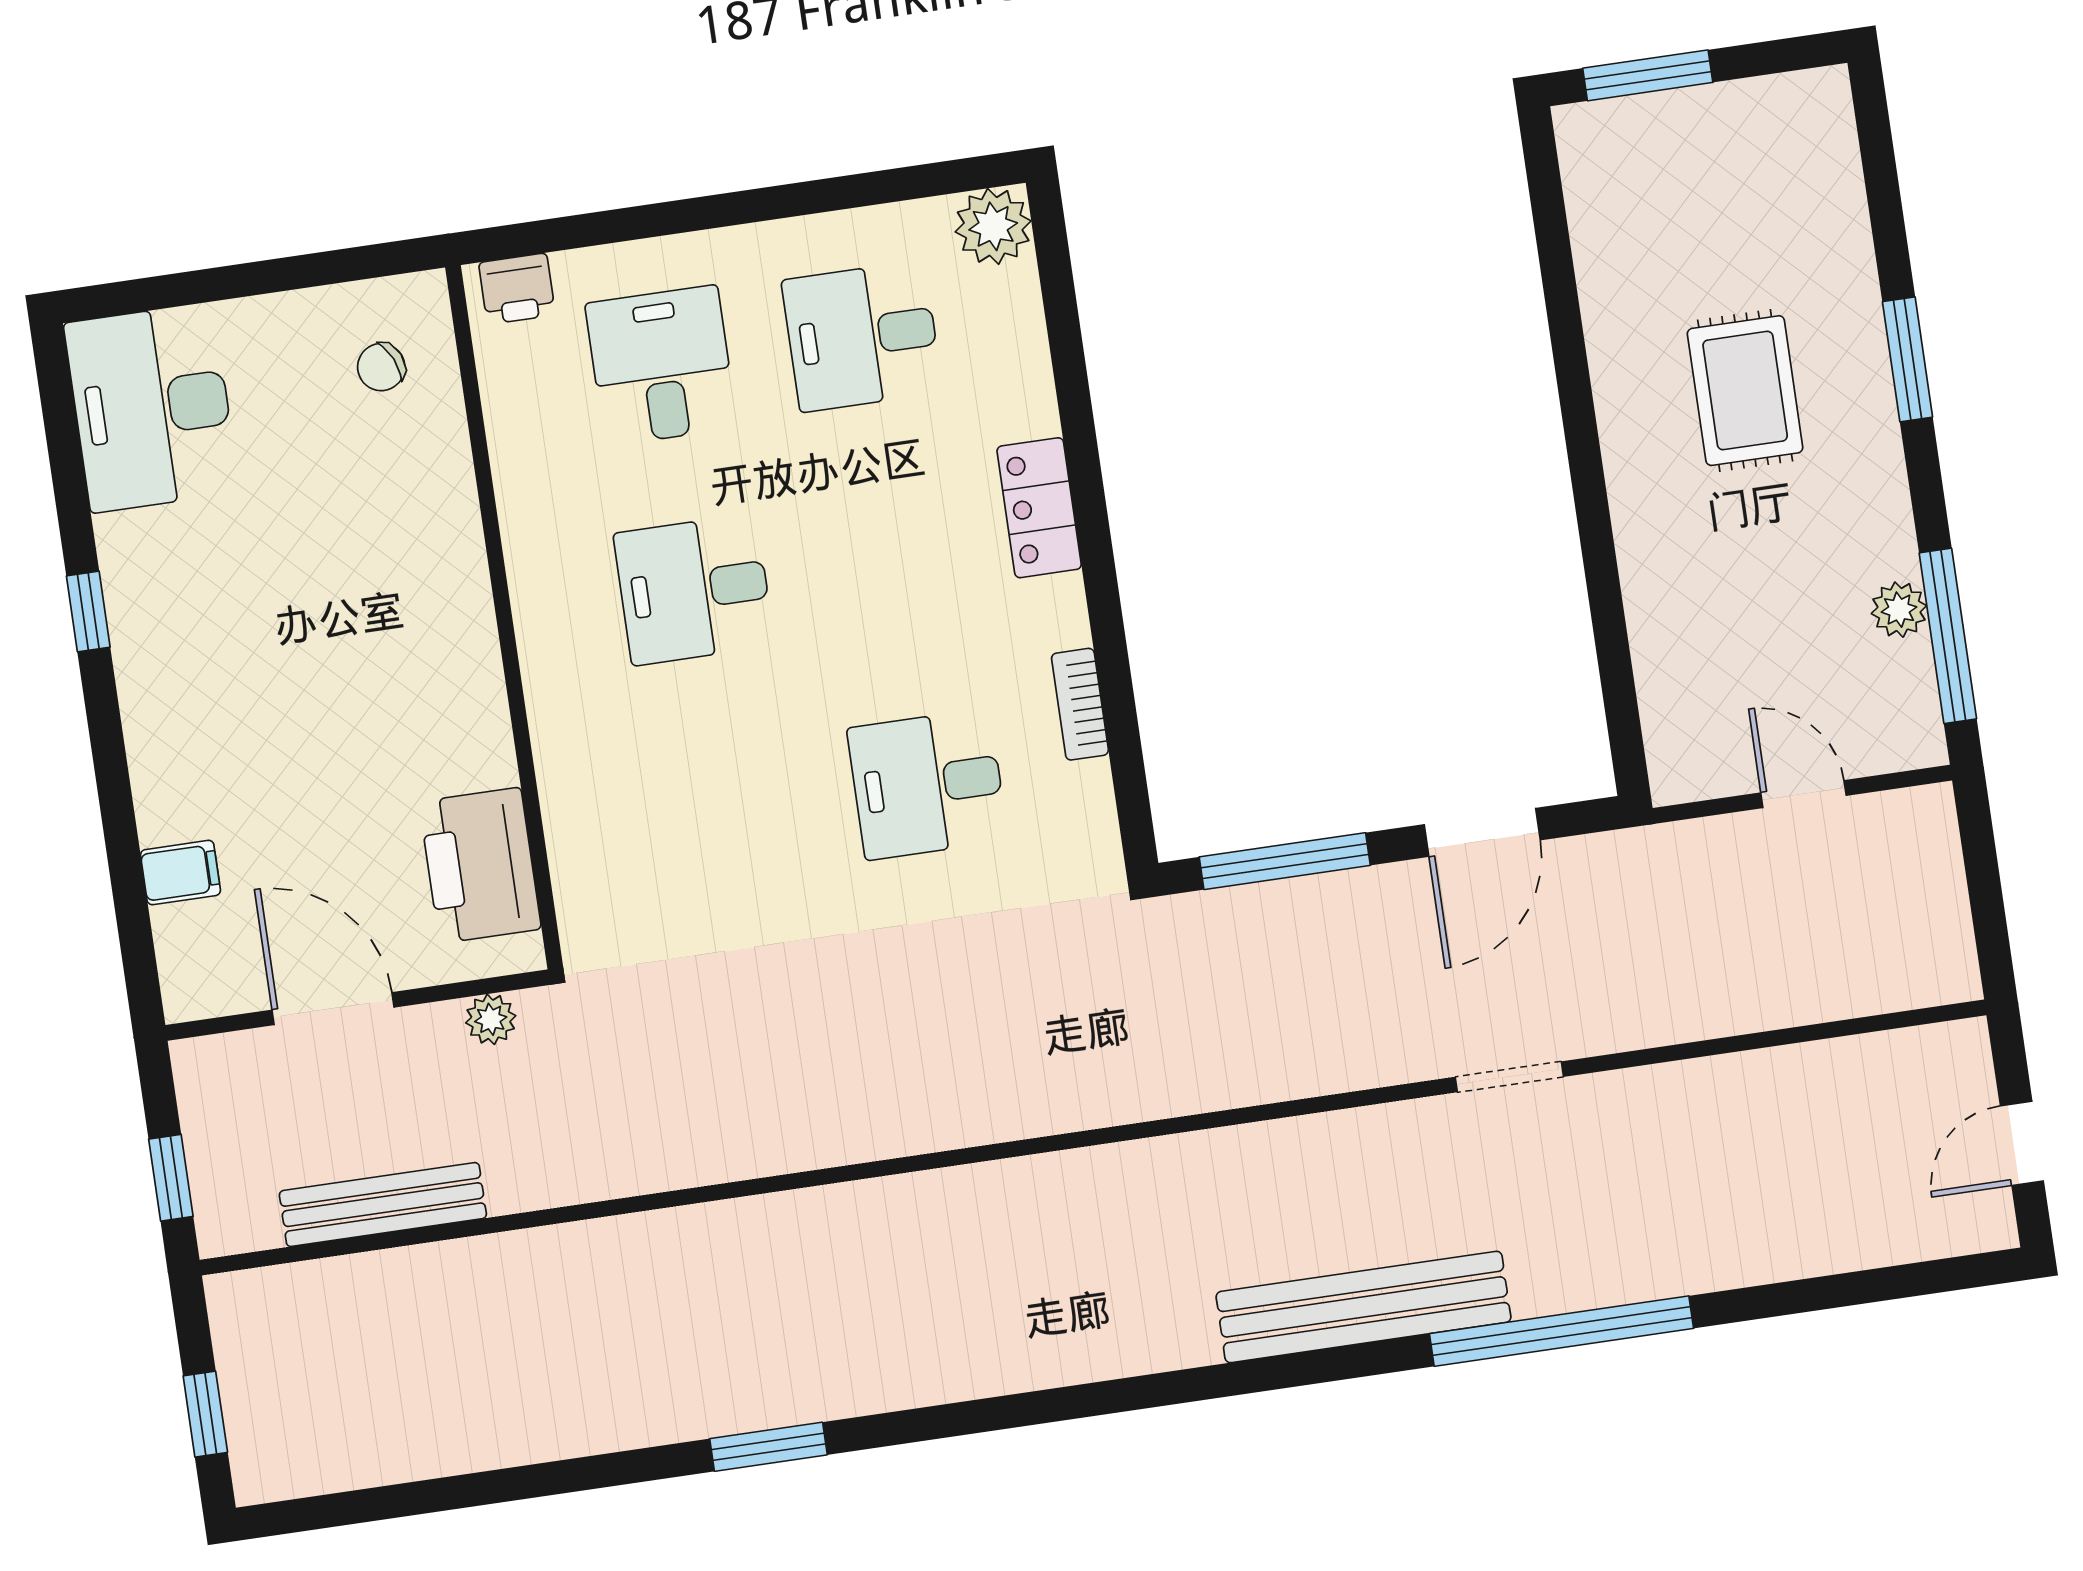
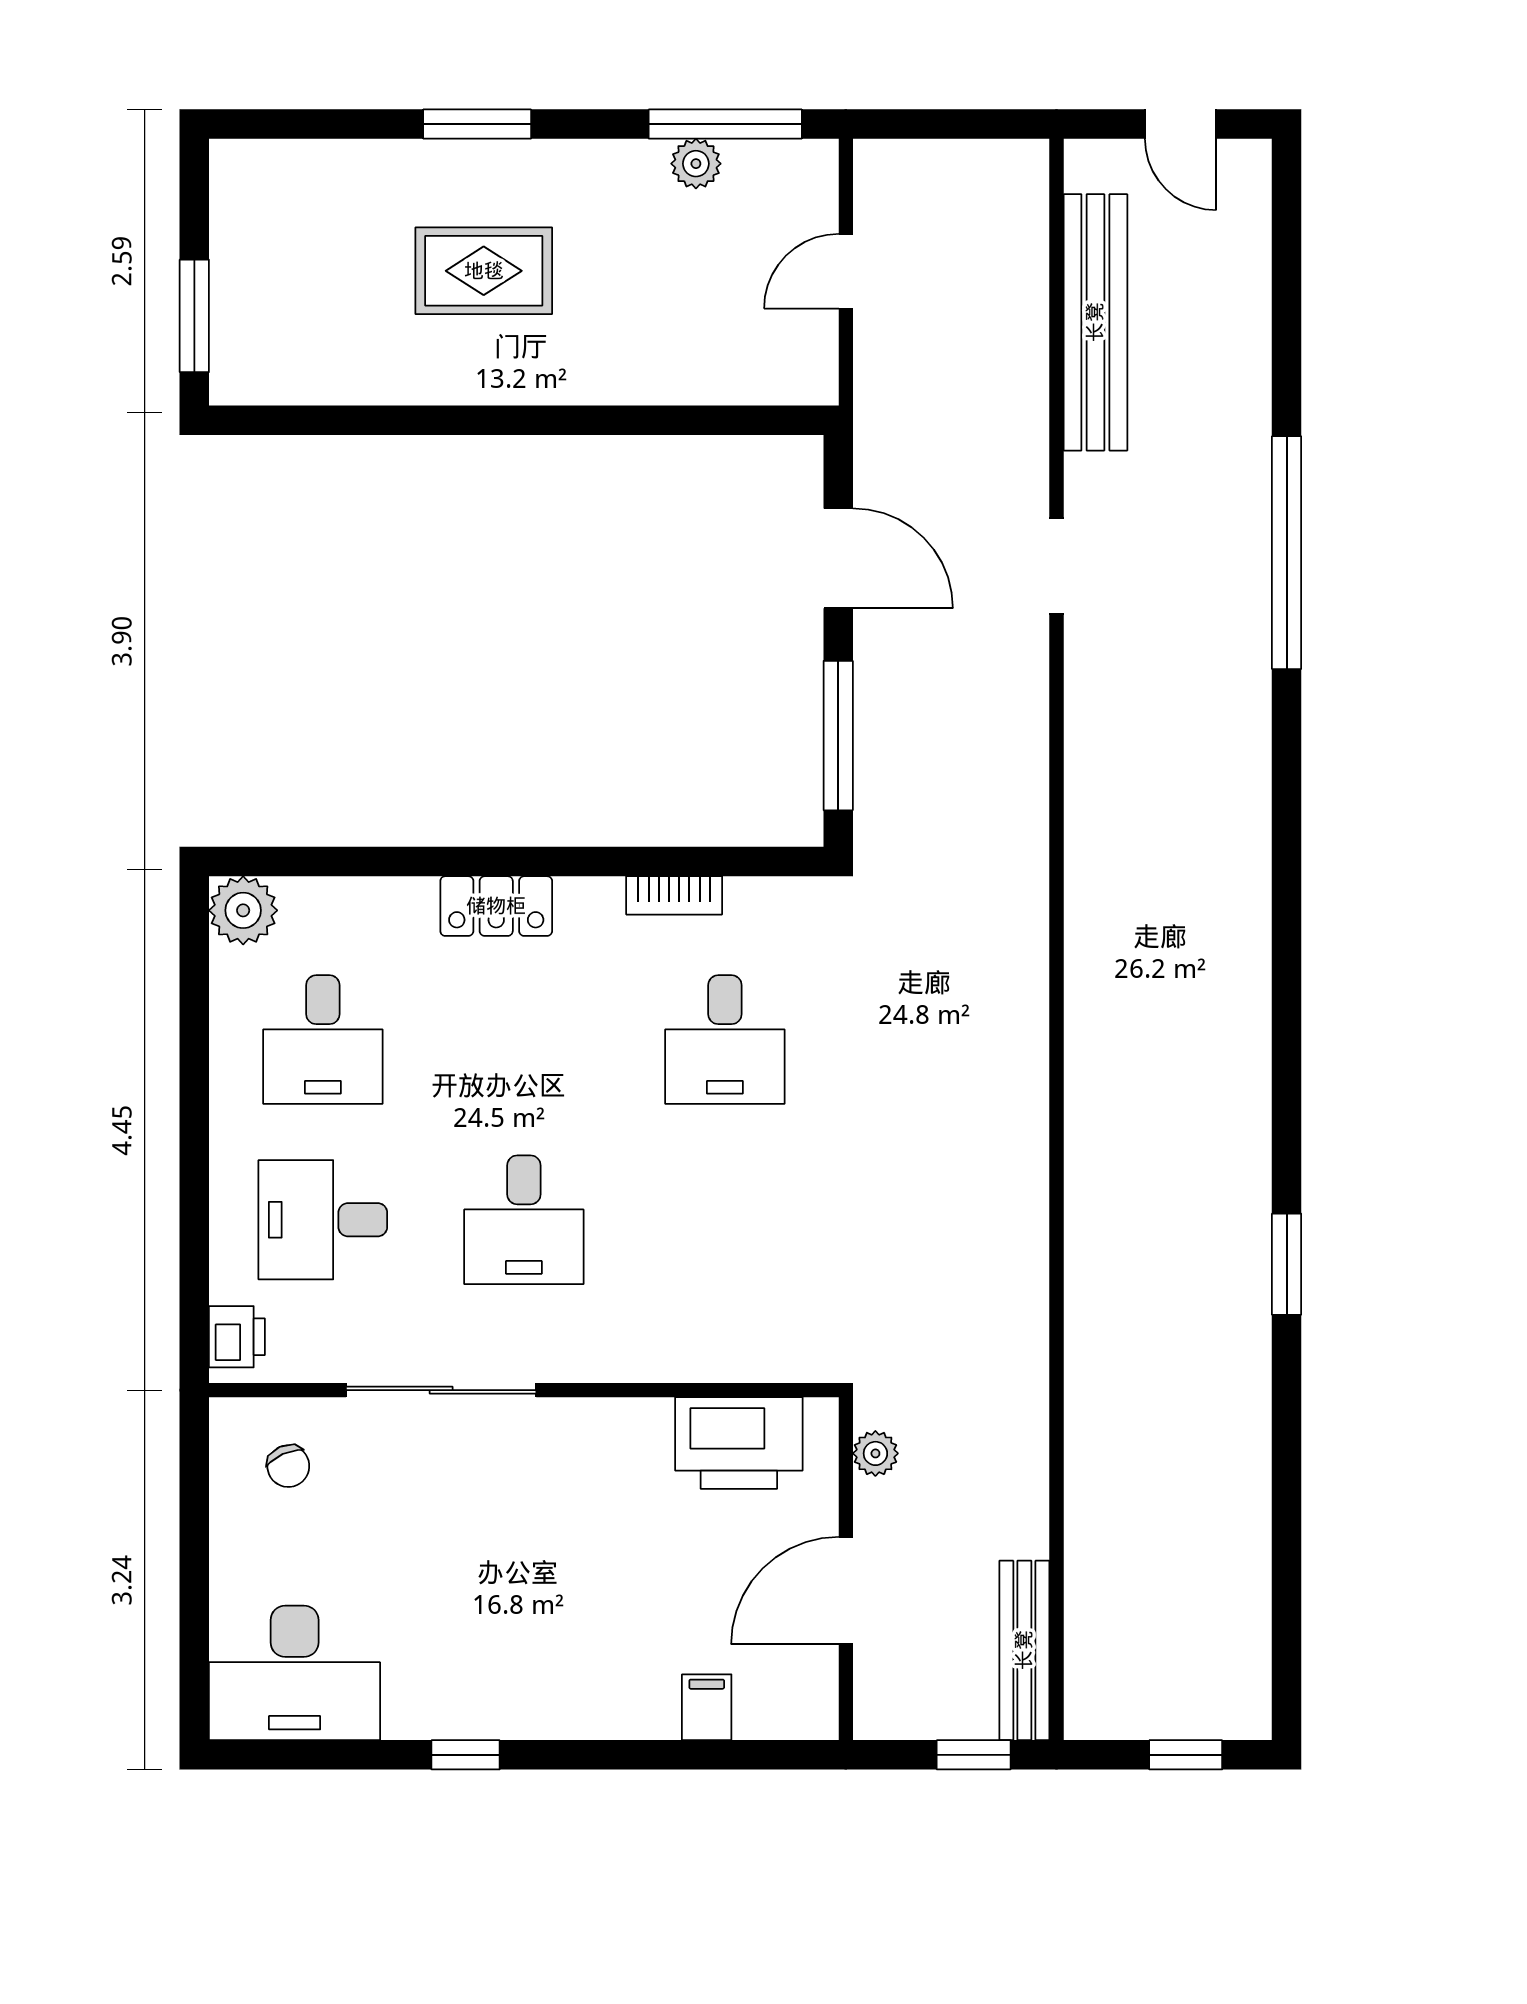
sliding door: (491, 525) -> (441, 1390), added
bench: (383, 1205) -> (1024, 1650), moved
bench: (1363, 1307) -> (1095, 322), moved

